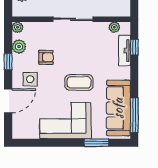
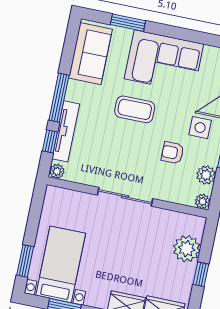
plant: (114, 27) -> (57, 171), moved
tv unit: (125, 51) -> (66, 131), width x1.41
sofa: (118, 108) -> (90, 54), width x0.73
window: (134, 115) -> (59, 98), moved

